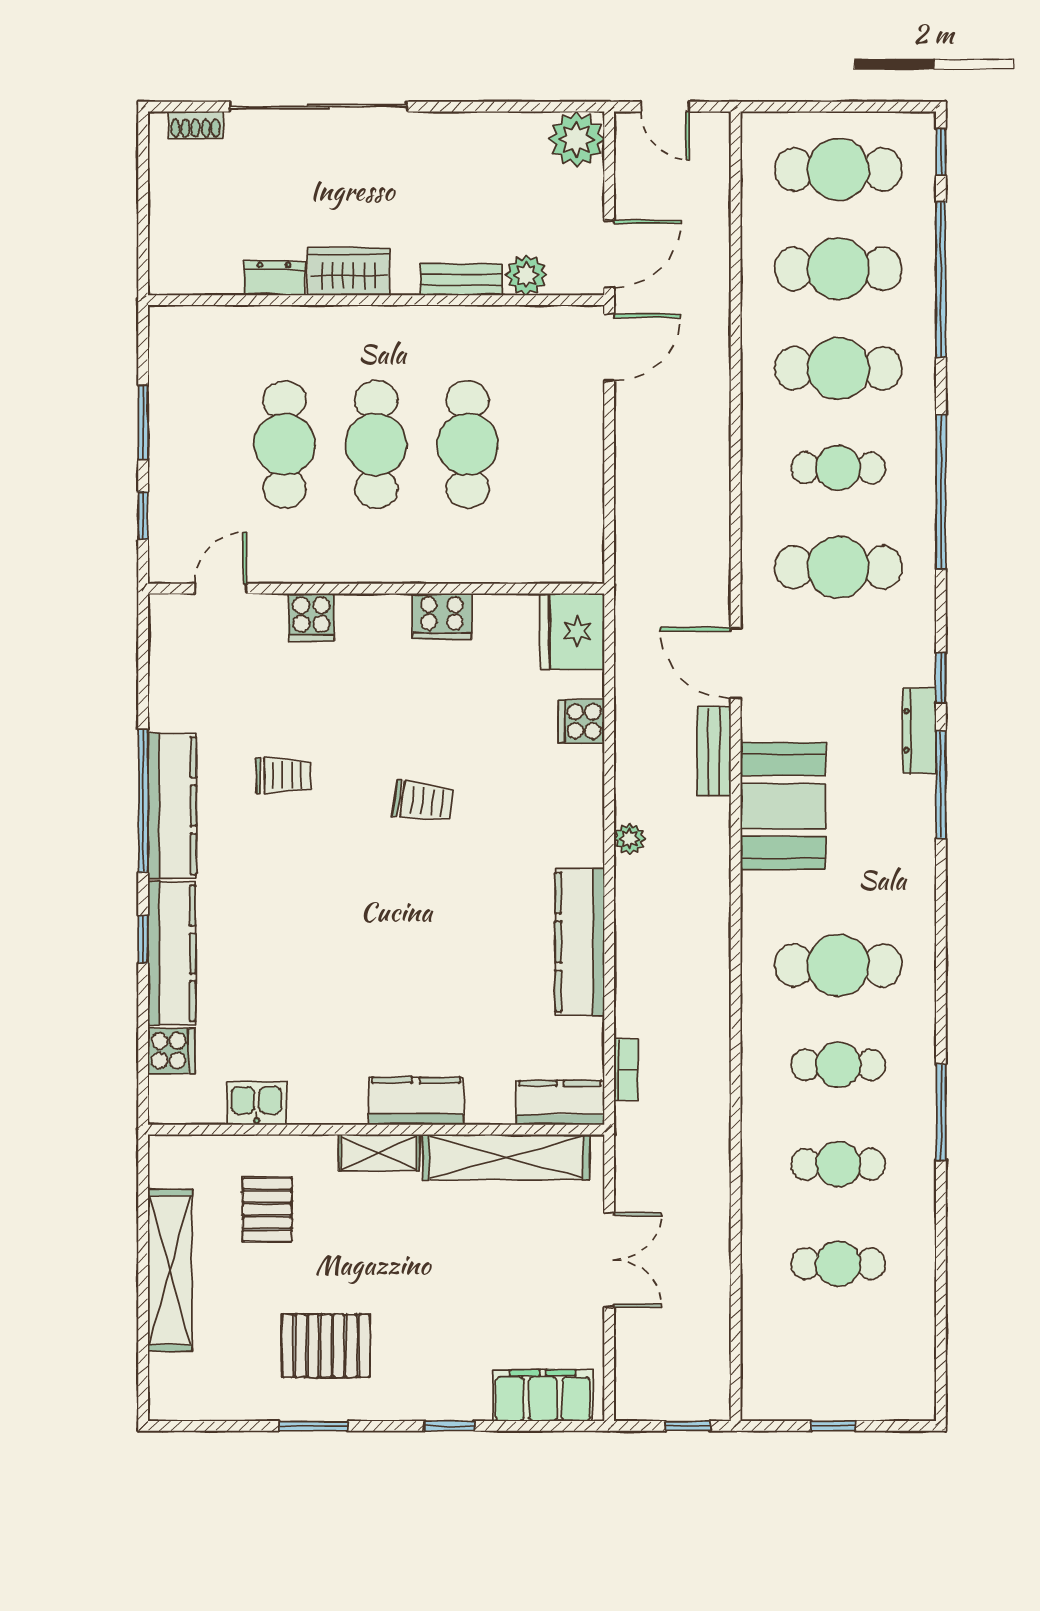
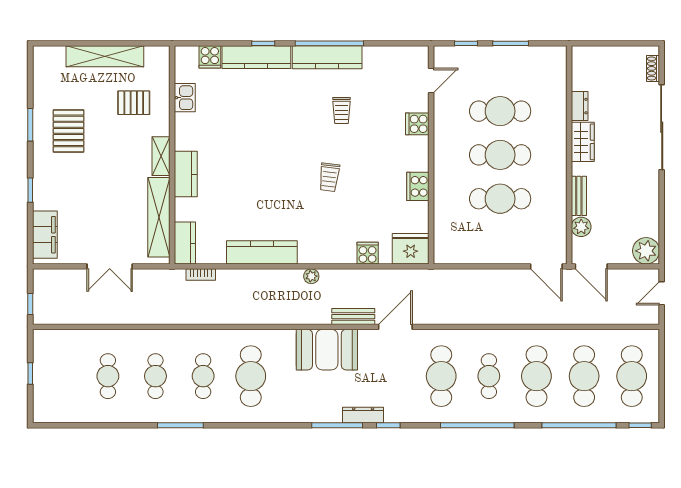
door: (221, 589) -> (431, 80), hinge flipped

